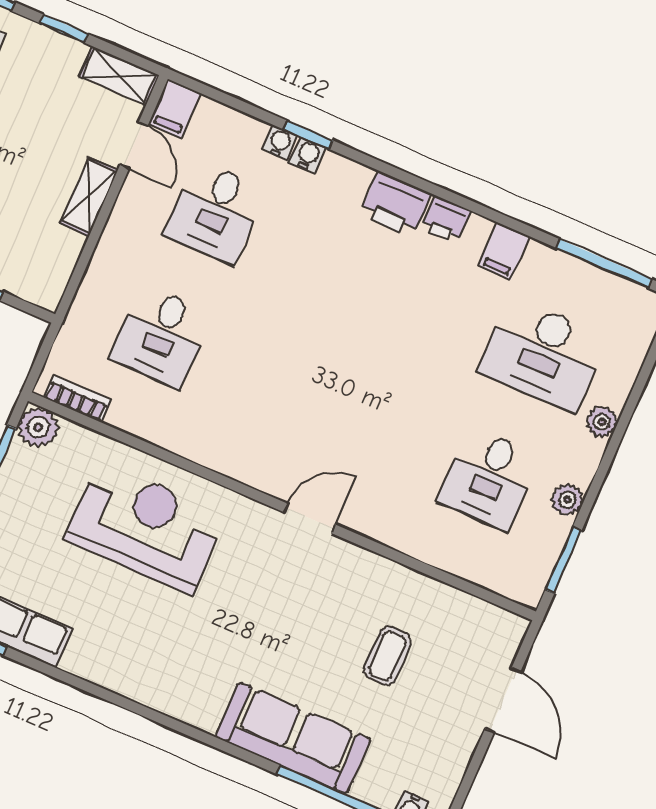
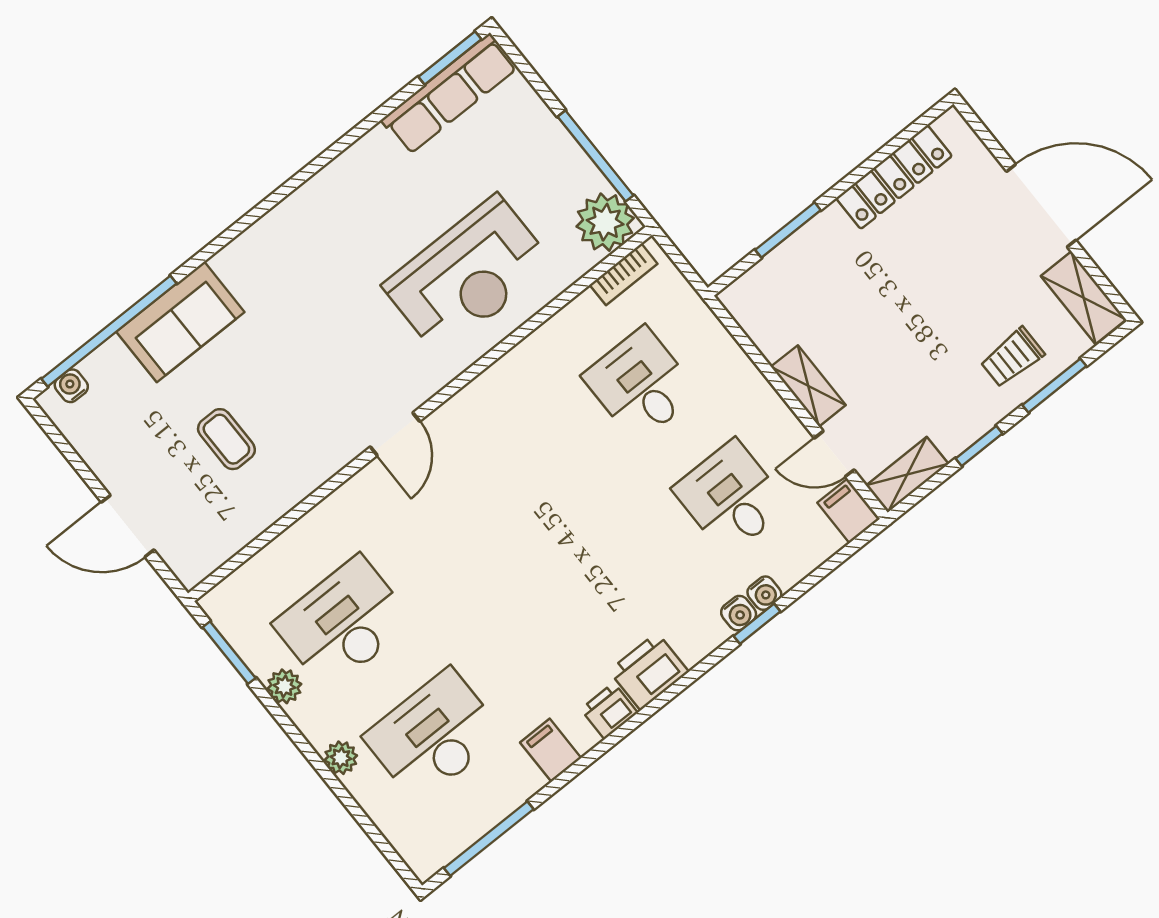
plant: (38, 427) -> (605, 222), width x1.36, depth x1.36
desk: (489, 479) -> (343, 623), width x1.37
sofa: (293, 738) -> (180, 322), width x0.73

